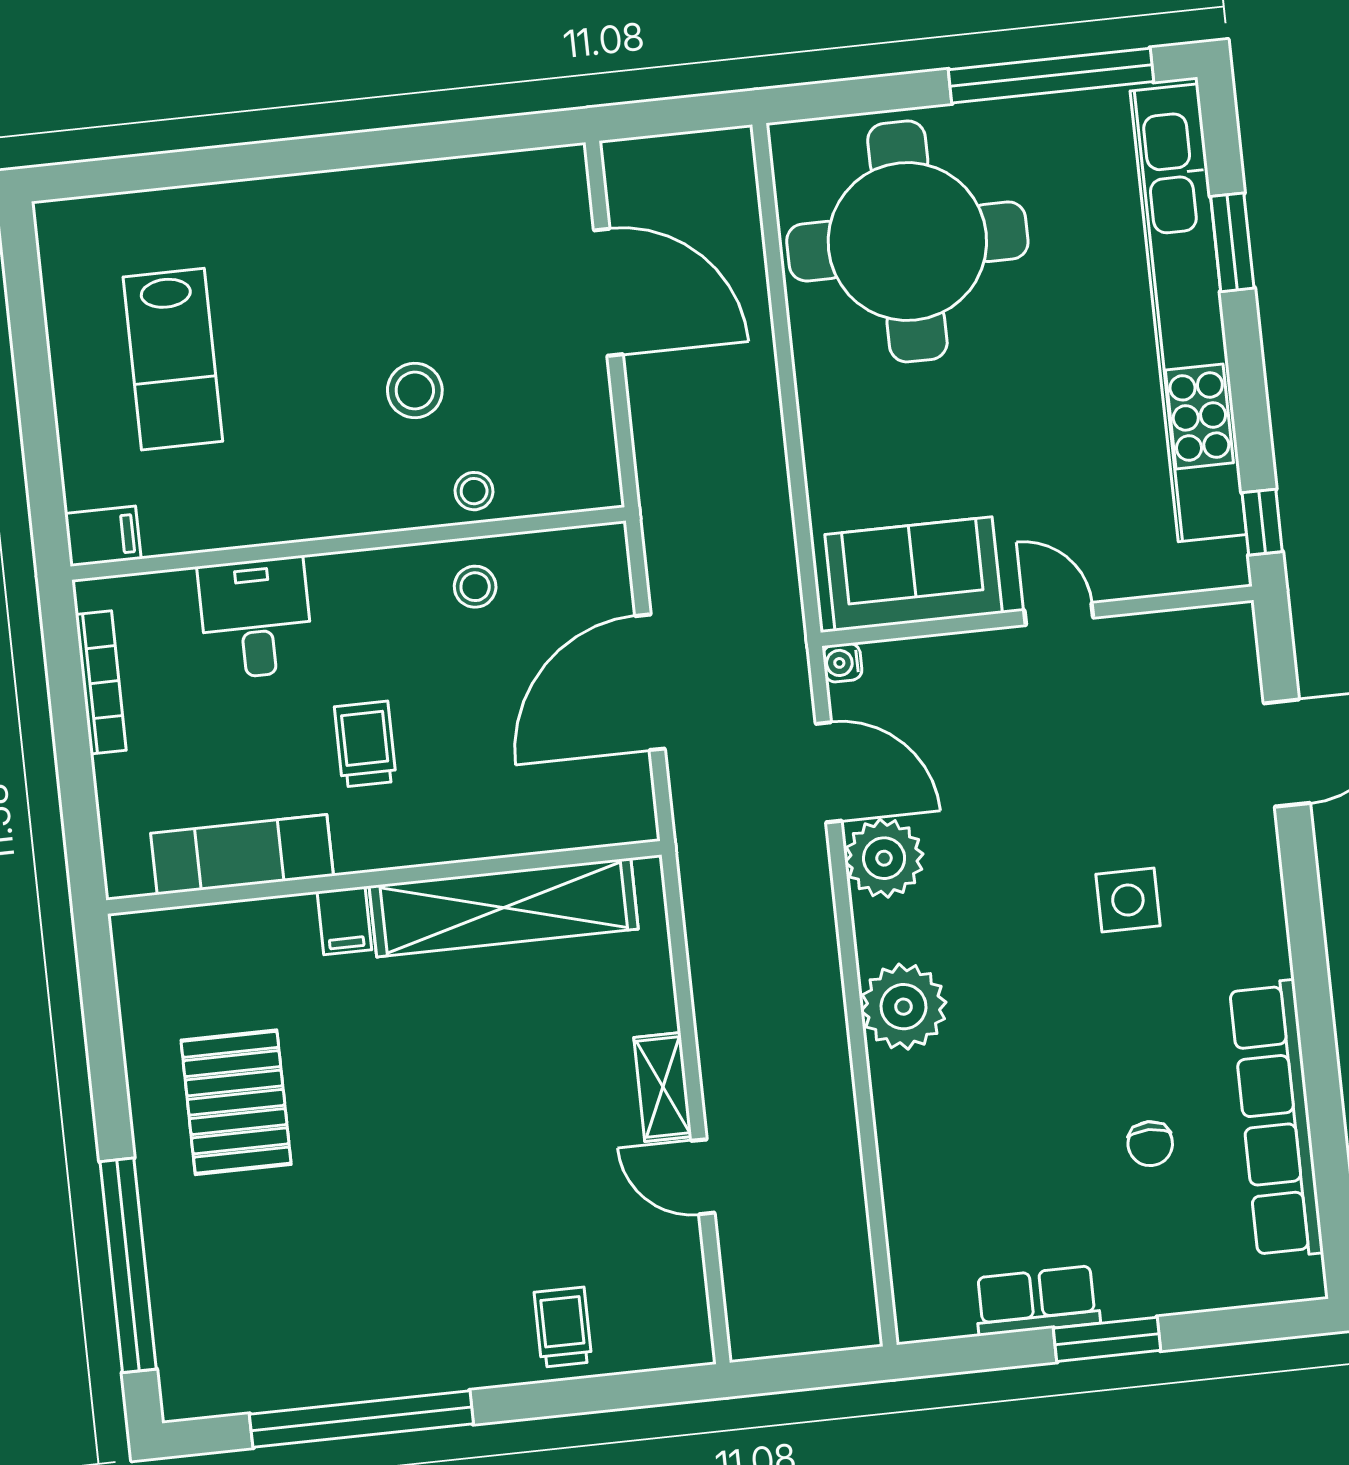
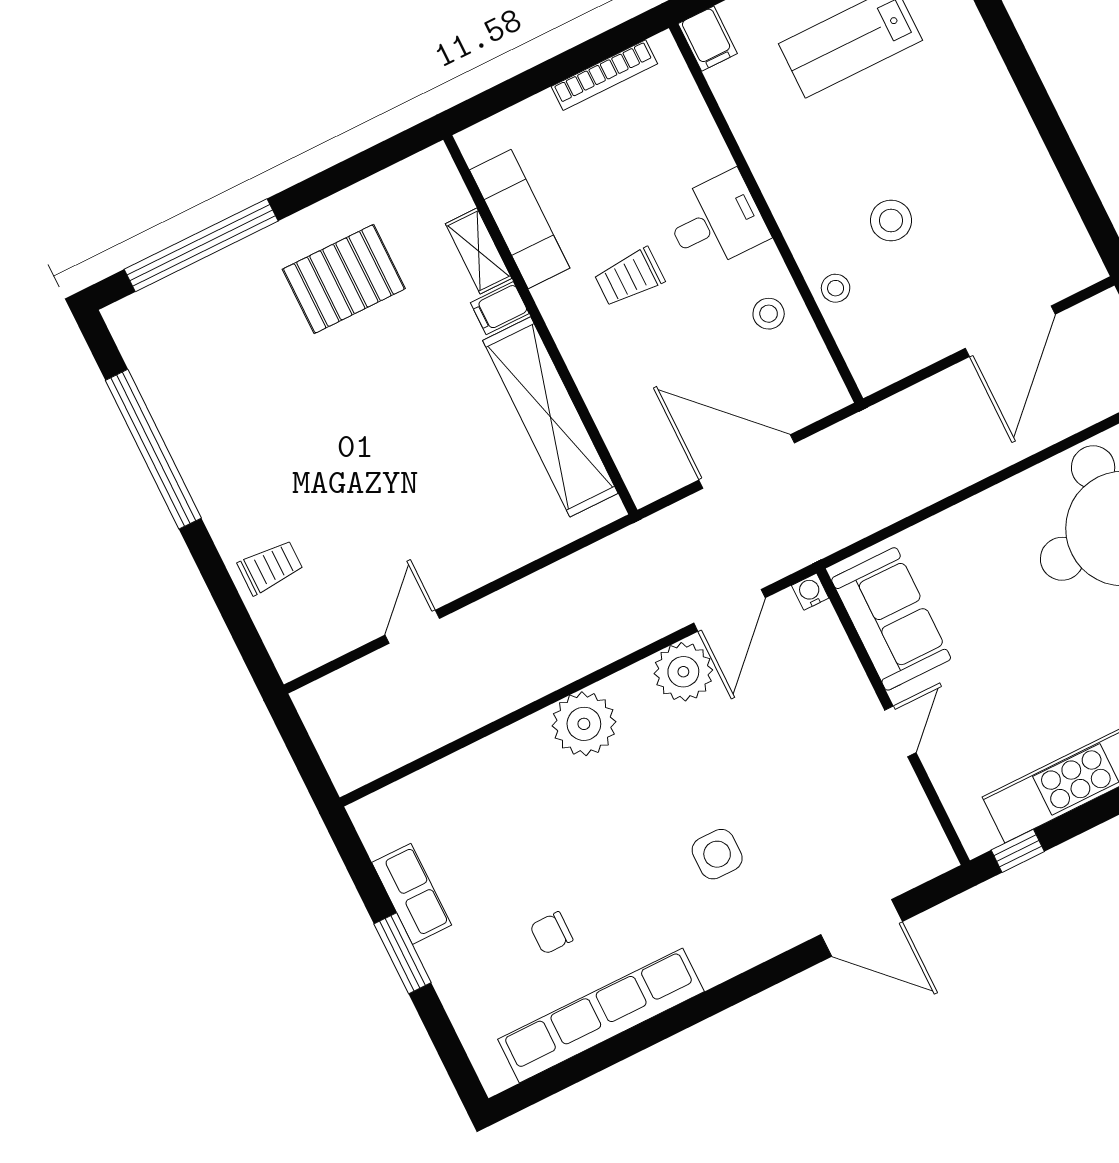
desk: (256, 618) -> (716, 221), moved
trolley: (365, 744) -> (629, 277), turned 180
shelving: (663, 1087) -> (479, 251), moved, turned 90

